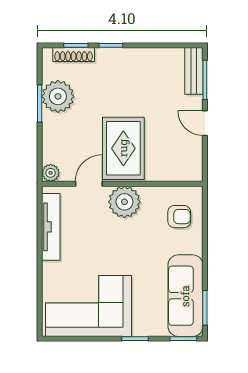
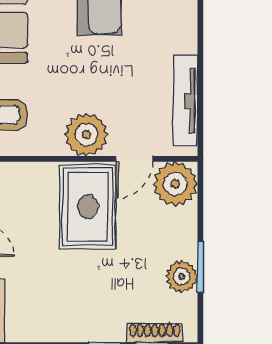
plant: (58, 96) -> (182, 276), width x0.73, depth x0.73
plant: (51, 173) -> (175, 184), width x1.87, depth x1.87

